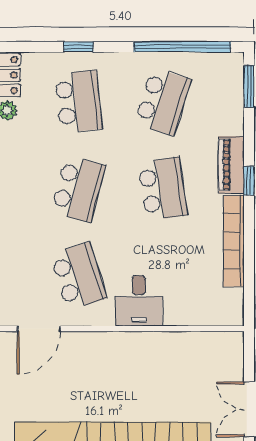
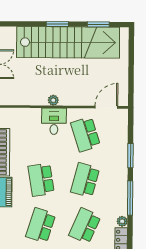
school desk: (78, 102) -> (85, 226), turned 30
plant: (140, 341) -> (53, 100), added

